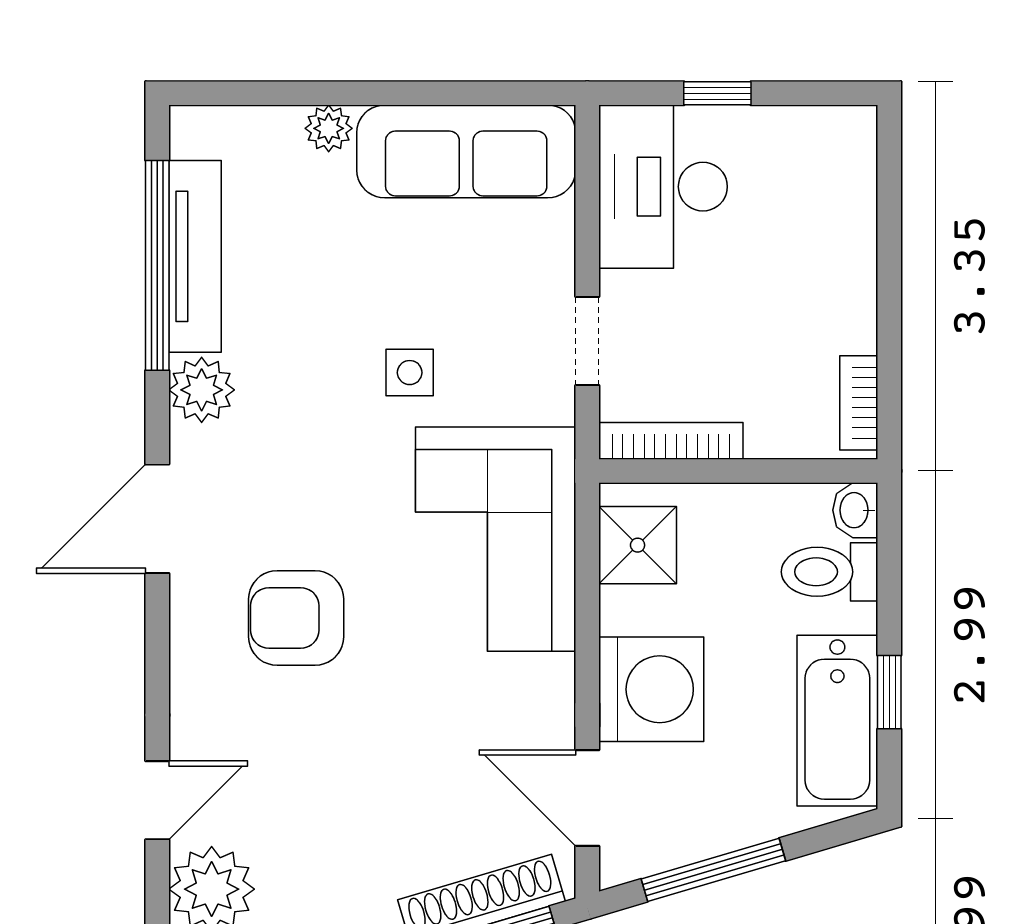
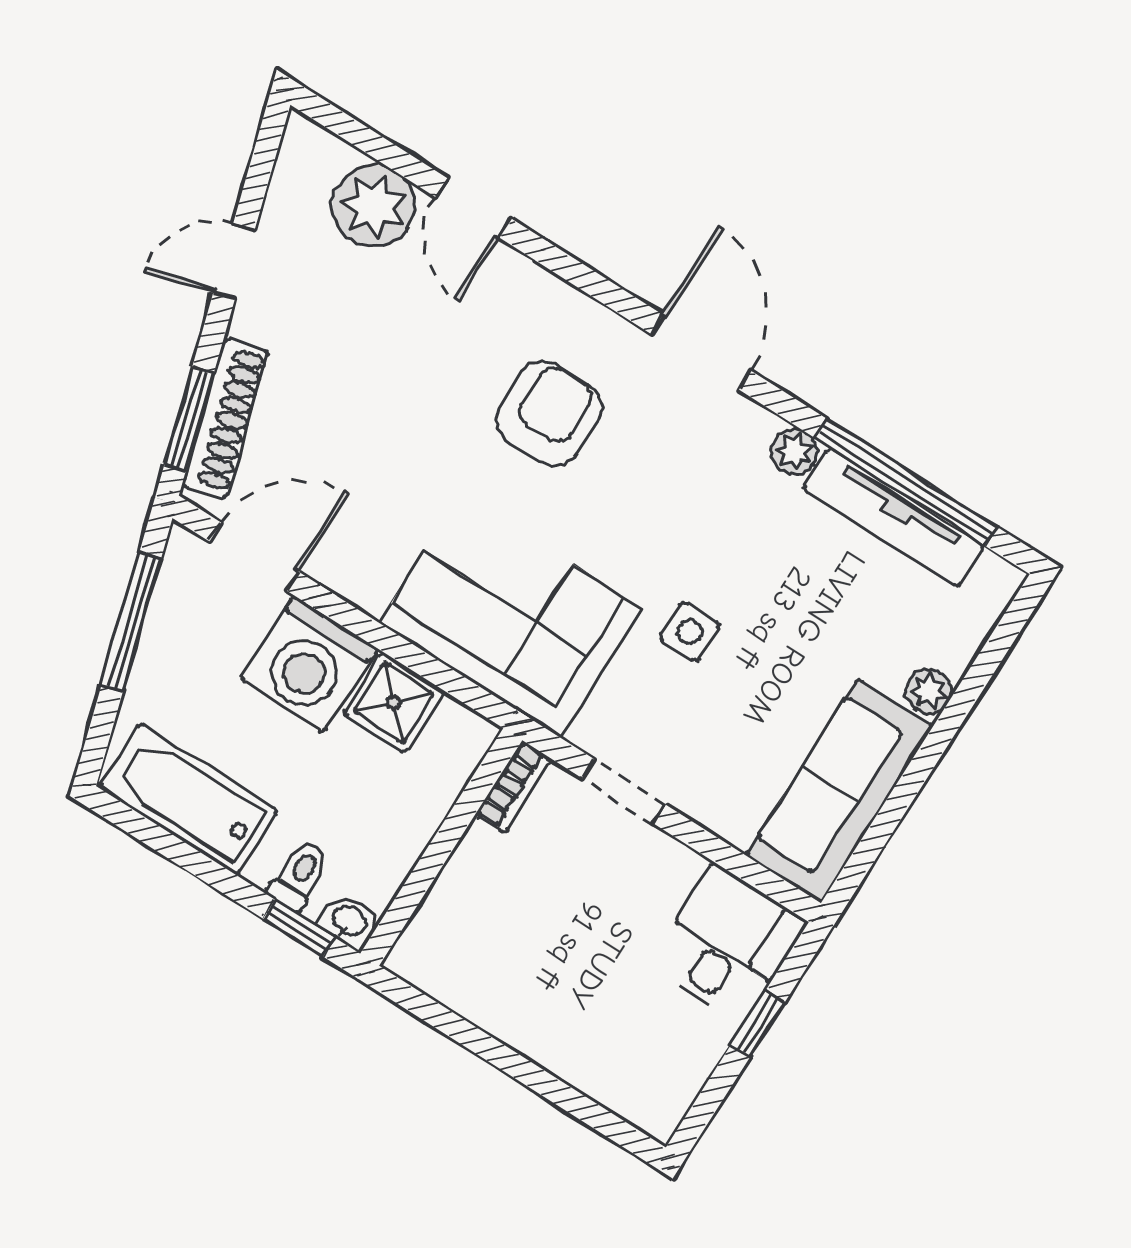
desk: (663, 187) -> (728, 943), width x0.73
plant: (202, 390) -> (794, 452), width x0.73, depth x0.73
bookcase: (859, 403) -> (434, 979), removed
bookcase: (671, 441) -> (514, 787), width x0.64
shower: (638, 545) -> (394, 703), moved
toilet: (830, 572) -> (299, 876), width x0.73, depth x0.72
window: (889, 692) -> (299, 928), moved

